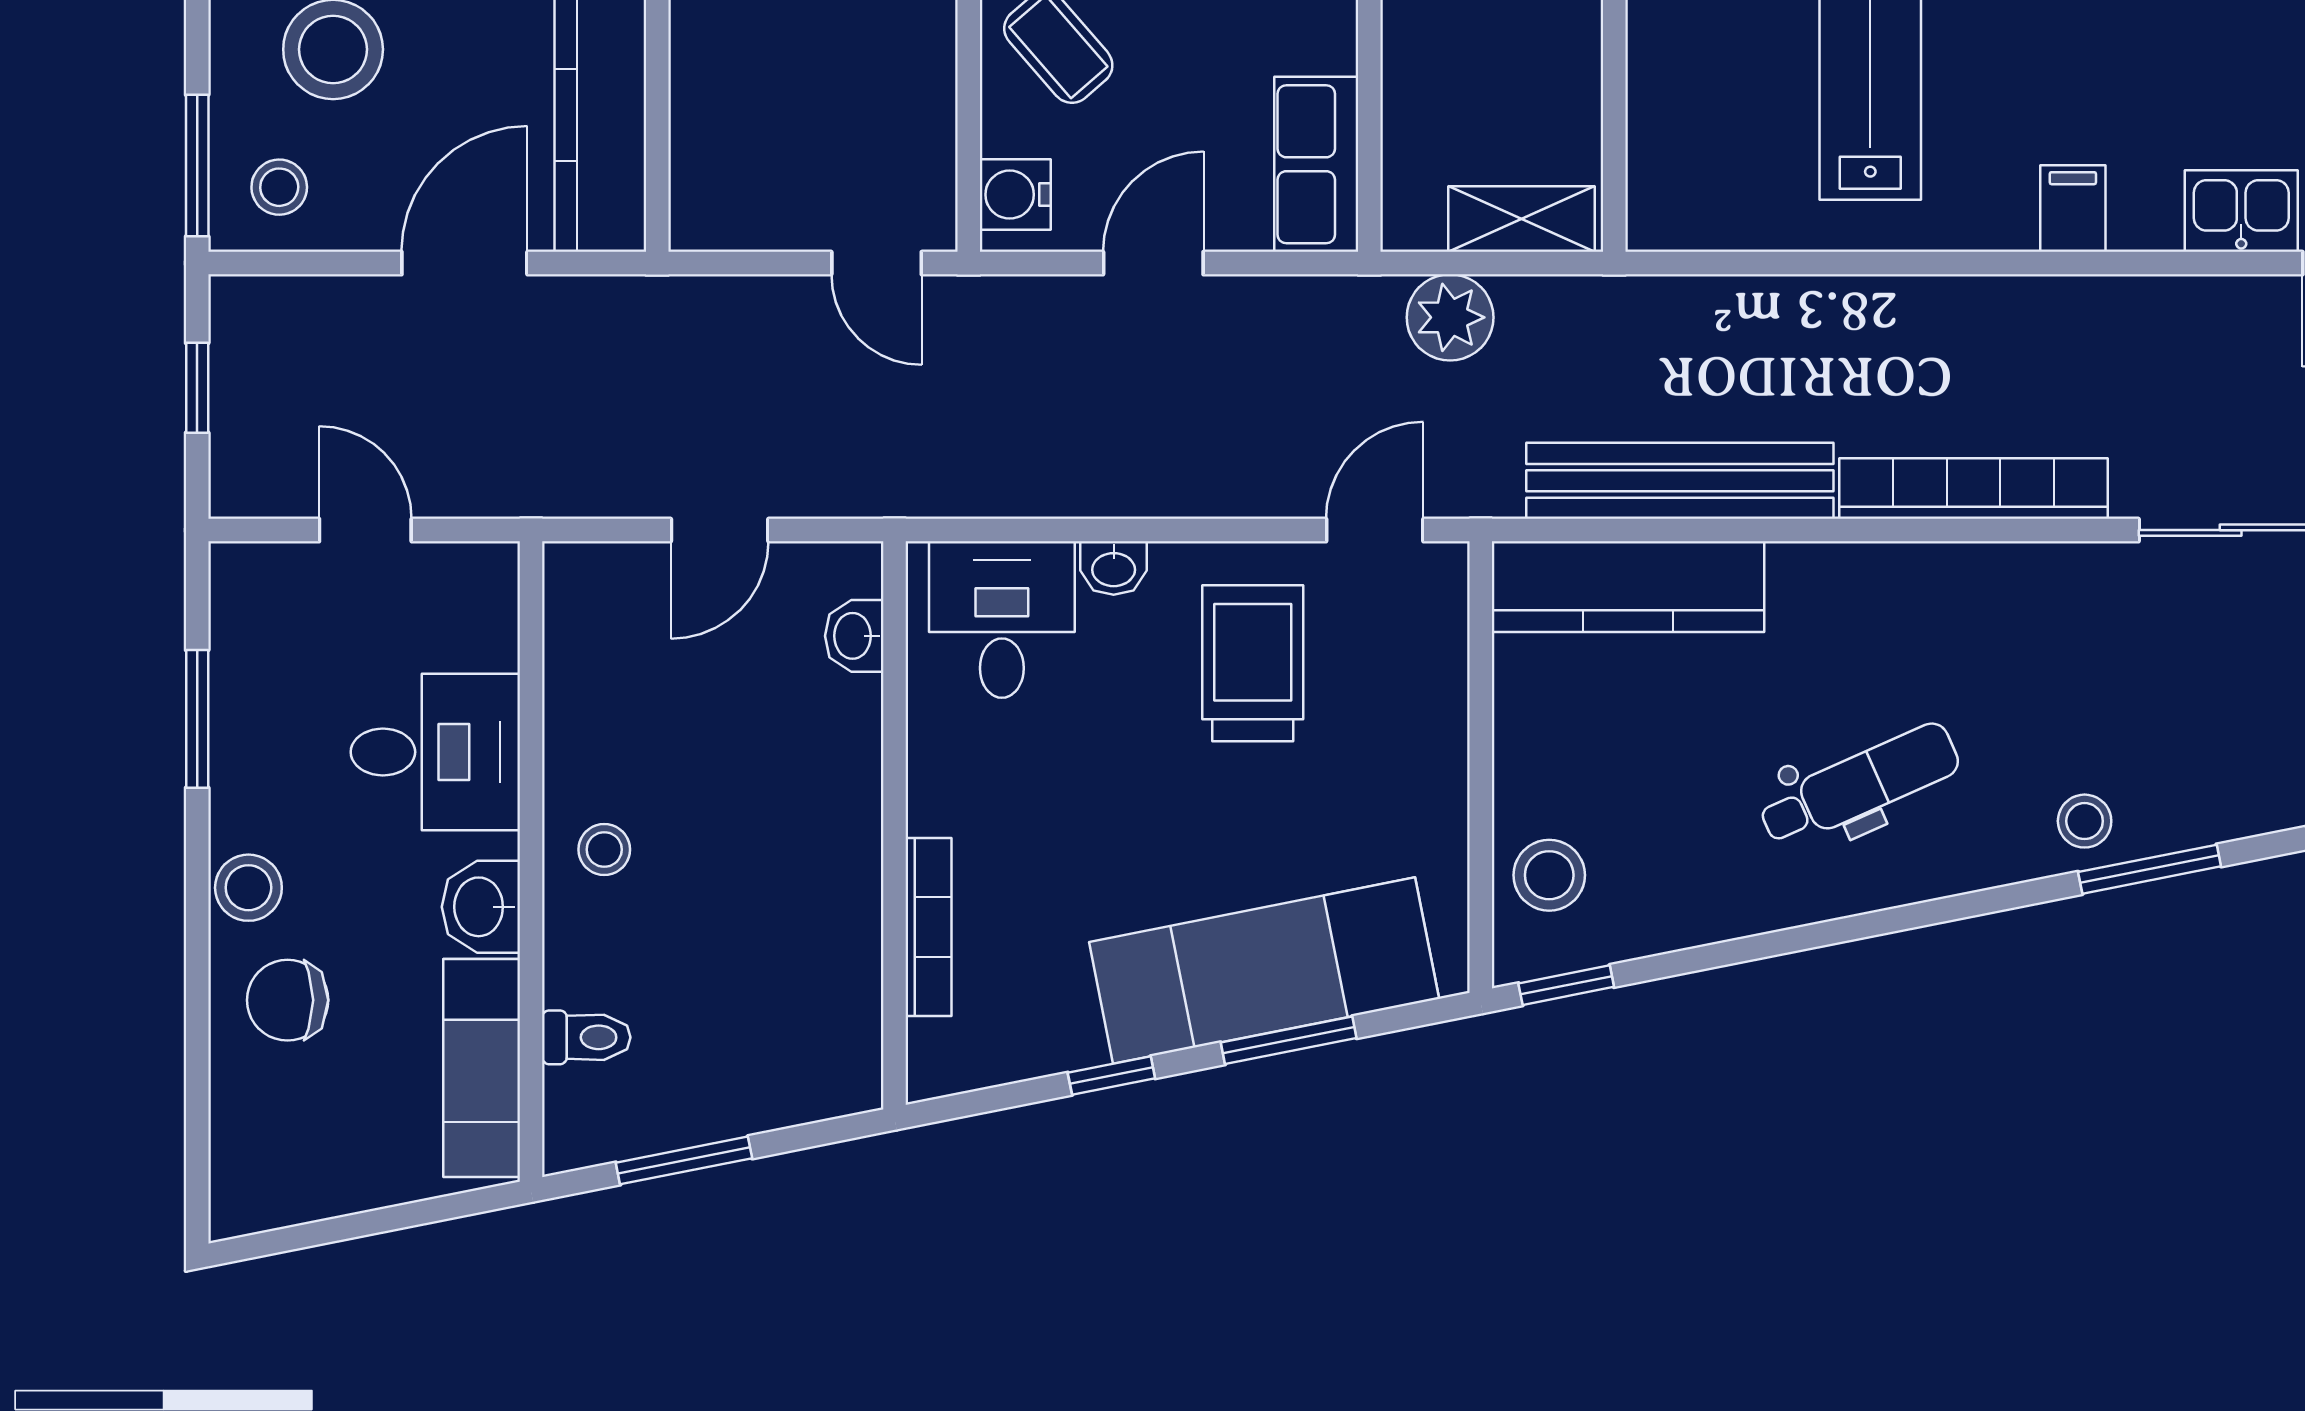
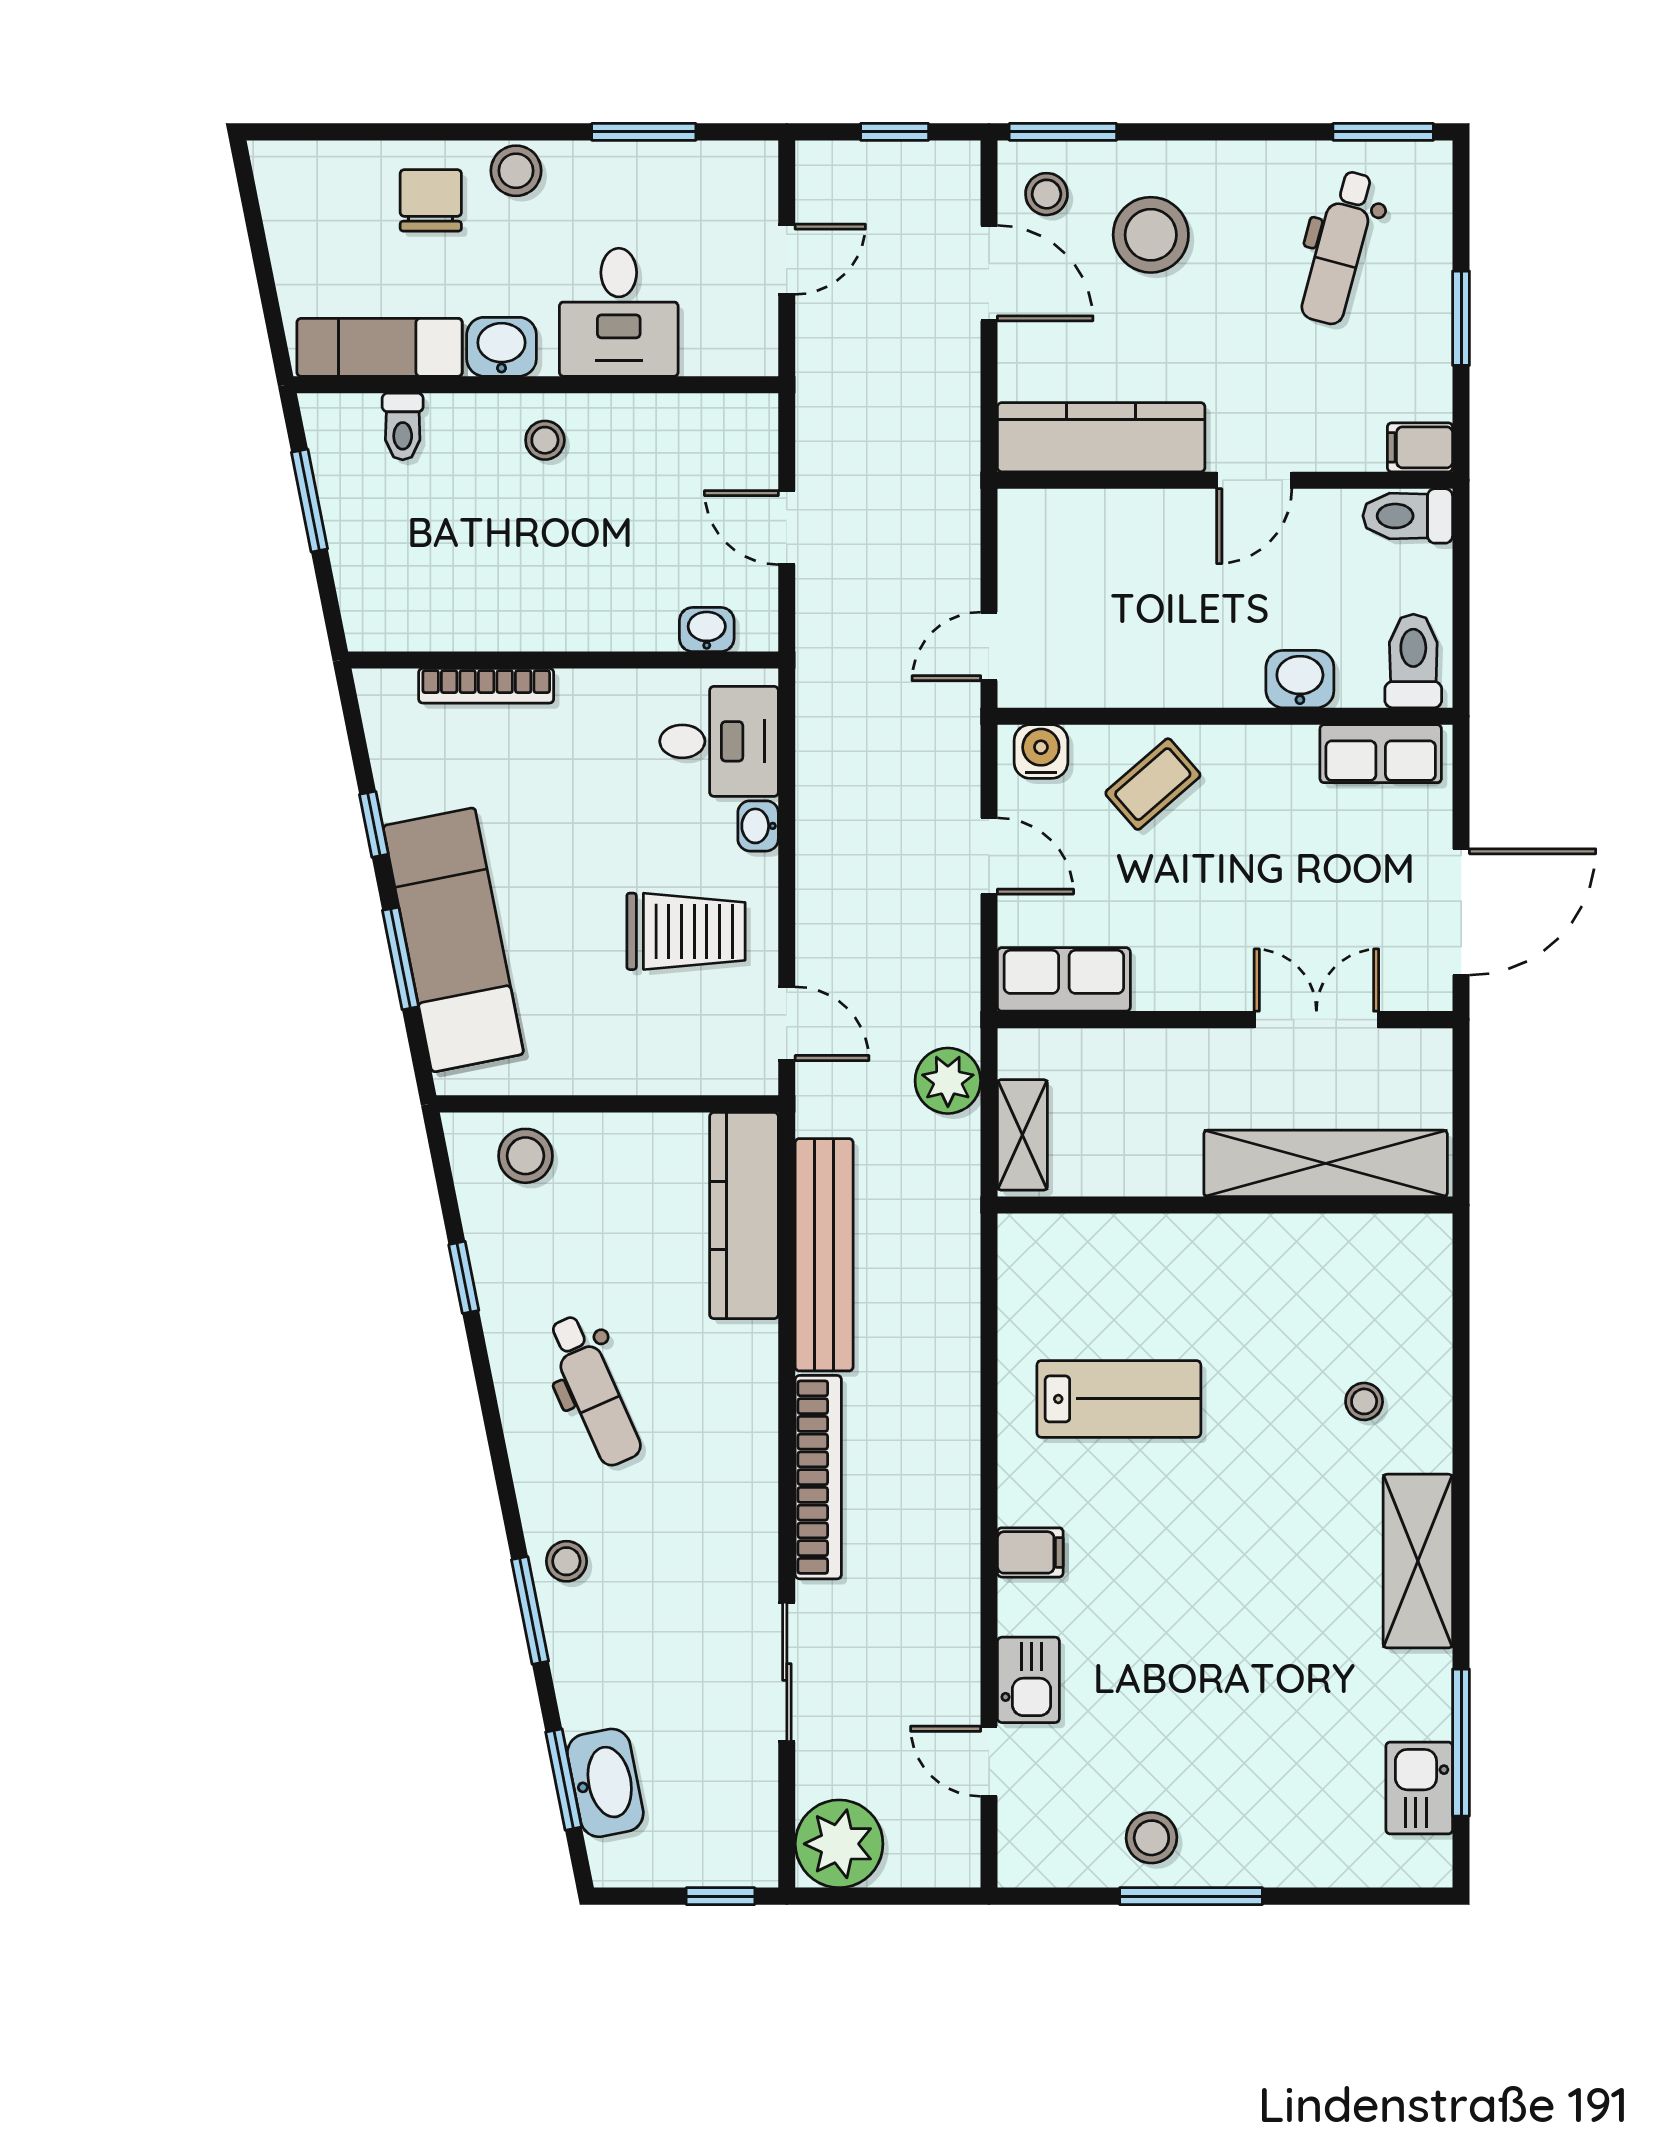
door: (464, 263) -> (989, 273), moved
window: (1566, 985) -> (464, 1277), moved

